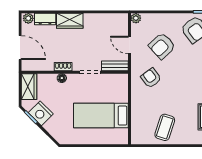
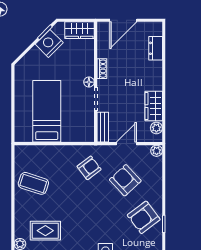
plant: (28, 18) -> (156, 128), moved
wardrobe: (70, 21) -> (154, 106), moved
floor lamp: (62, 78) -> (89, 82), moved

